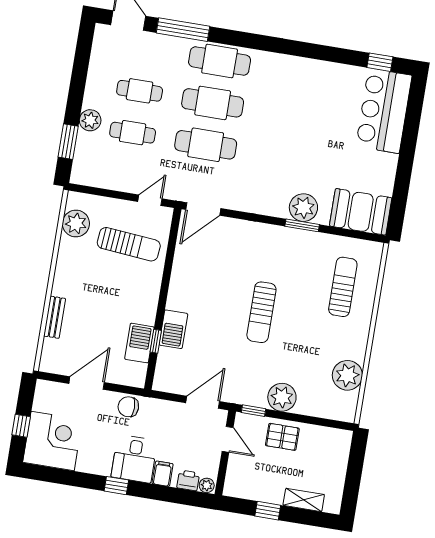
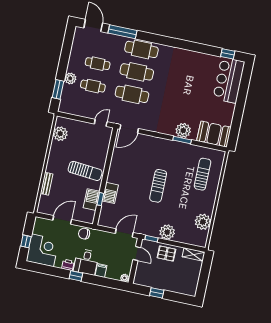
sun lounger: (129, 244) -> (85, 171), moved
printer: (188, 480) -> (68, 265), moved
shelving: (304, 500) -> (193, 254), moved

